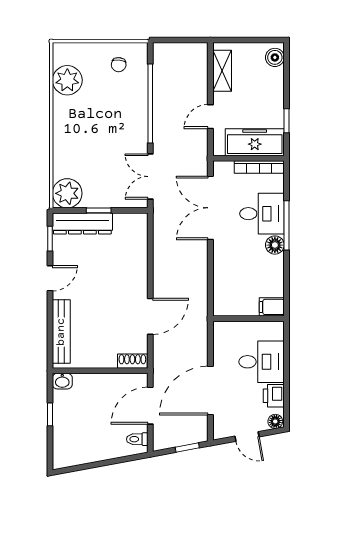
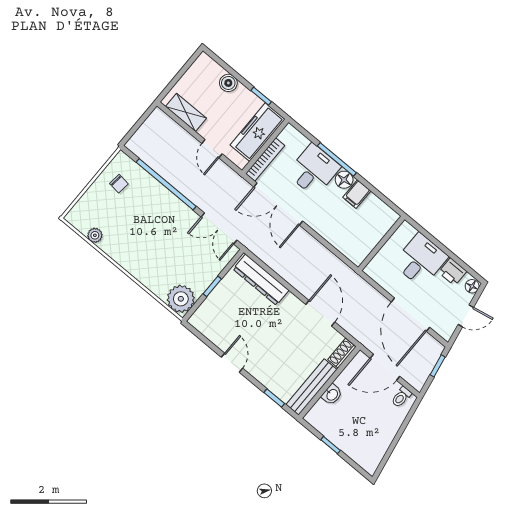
boiler: (275, 57) -> (228, 83), moved
plant: (67, 80) -> (95, 235), width x0.53, depth x0.53
bookcase: (259, 167) -> (265, 159), moved
dresser: (82, 223) -> (261, 280), moved, turned 90
window: (50, 239) -> (274, 398), moved
filing cabinet: (272, 307) -> (357, 194), moved
bench: (61, 332) -> (311, 387), moved, turned 90
washbasin: (62, 381) -> (332, 395), moved
door: (150, 406) -> (385, 367), hinge flipped

